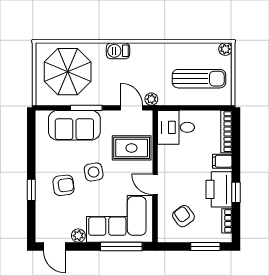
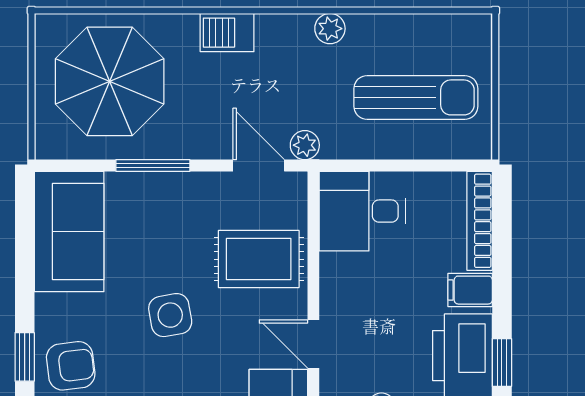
plant: (225, 49) -> (330, 29), moved
sofa: (74, 125) -> (69, 231), moved, turned -90
armchair: (63, 185) -> (71, 366), moved

